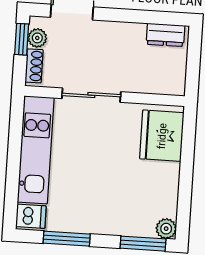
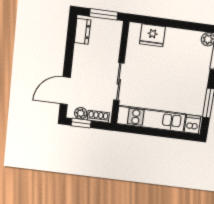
window: (193, 66) -> (104, 14), added
fridge: (162, 136) -> (152, 35), width x0.73, depth x0.75

